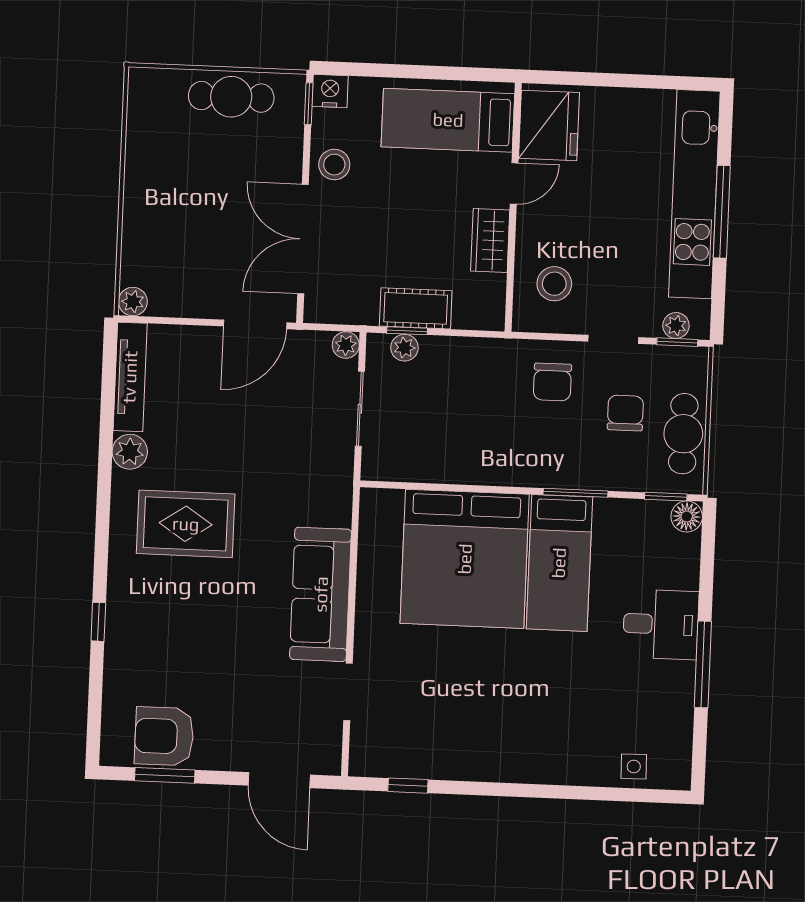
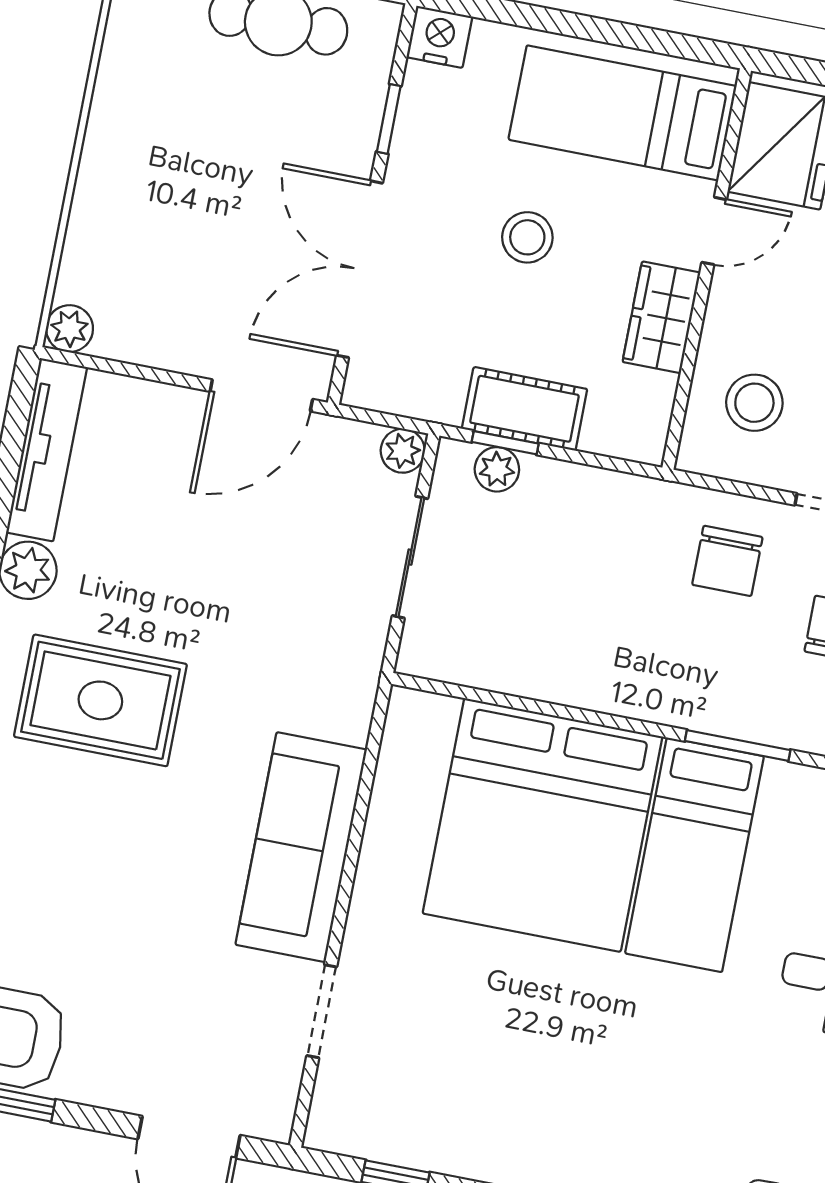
window: (309, 104) -> (389, 119), moved
stool: (334, 165) -> (527, 237), moved

